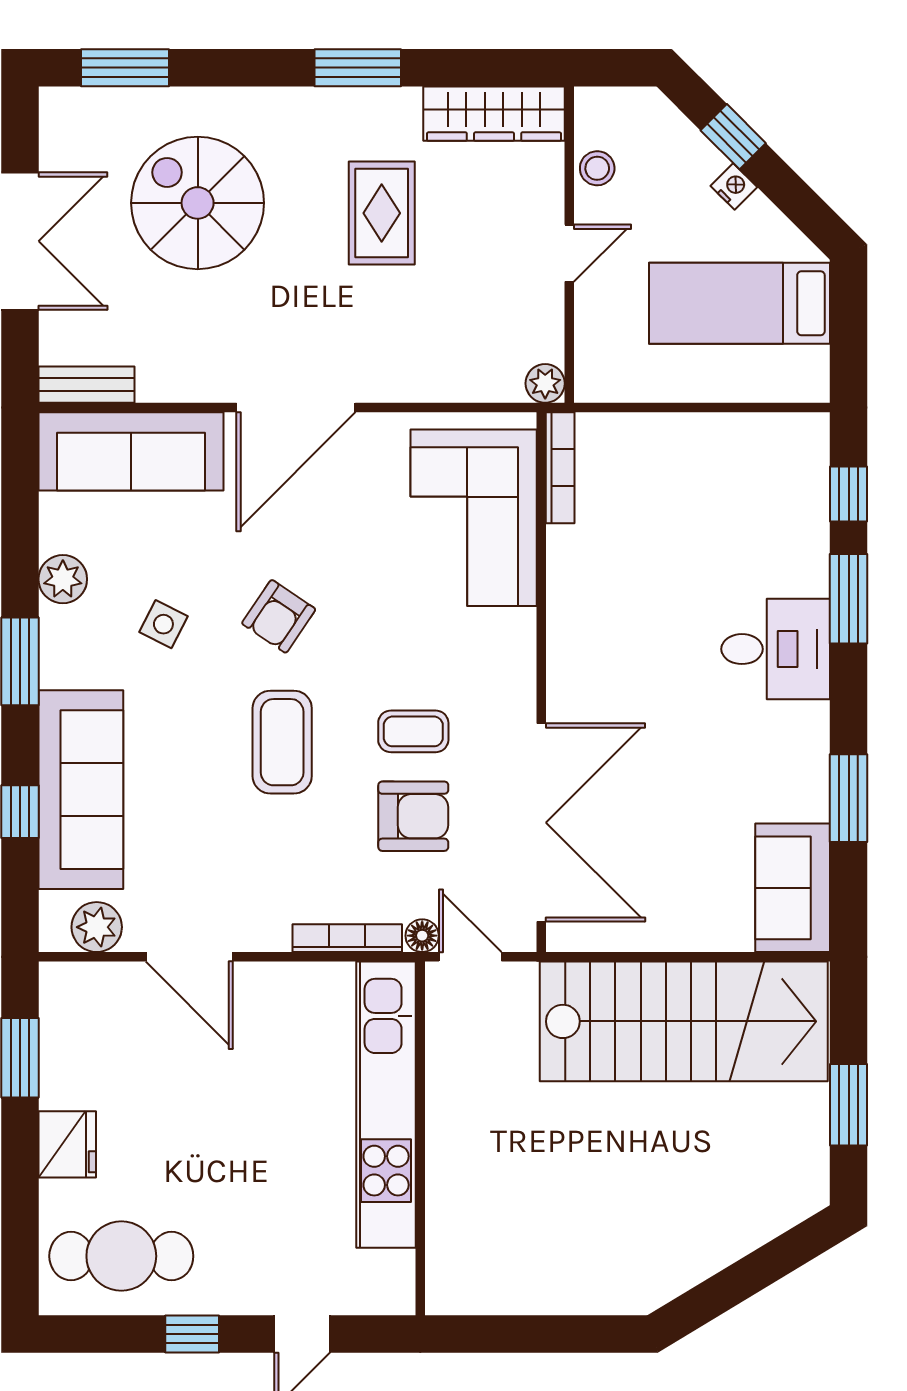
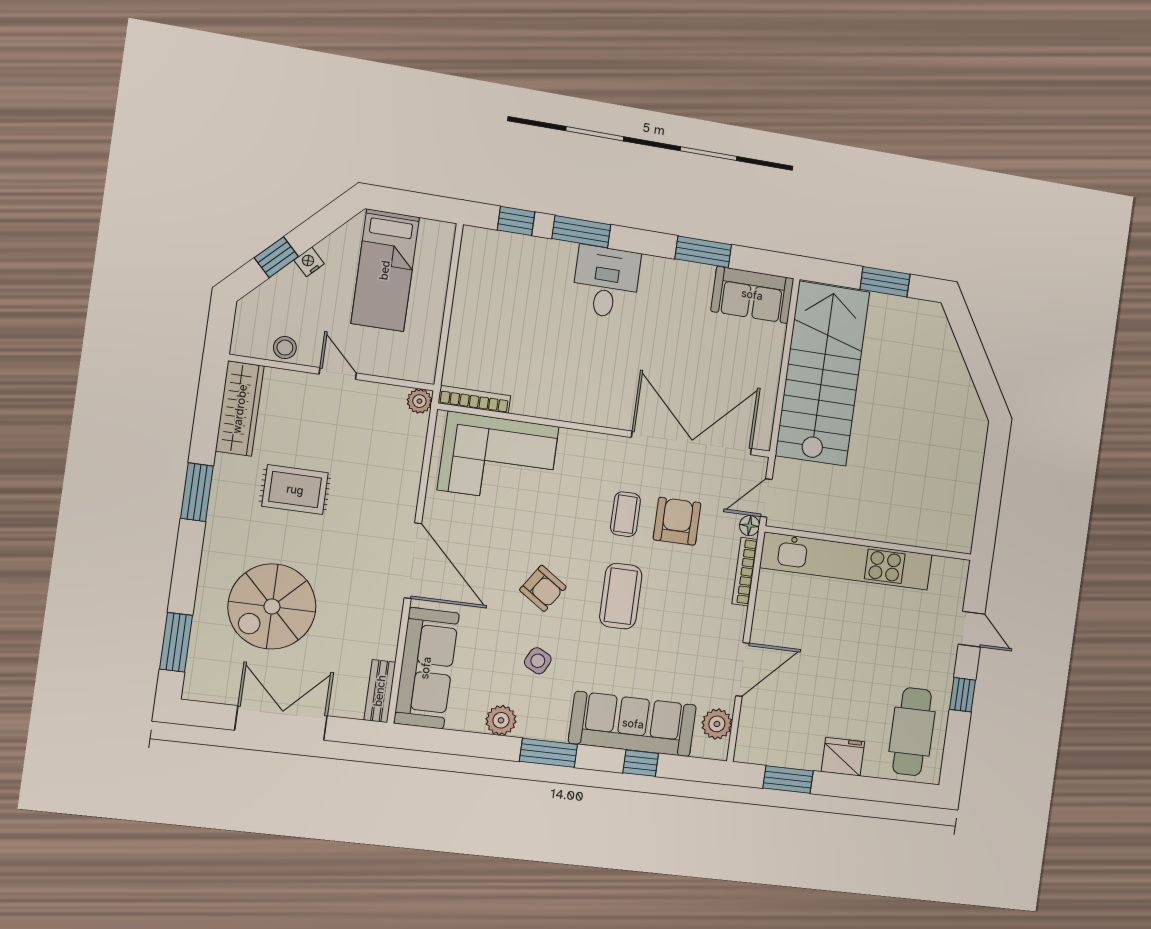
coffee table: (282, 742) -> (621, 596), turned 90

